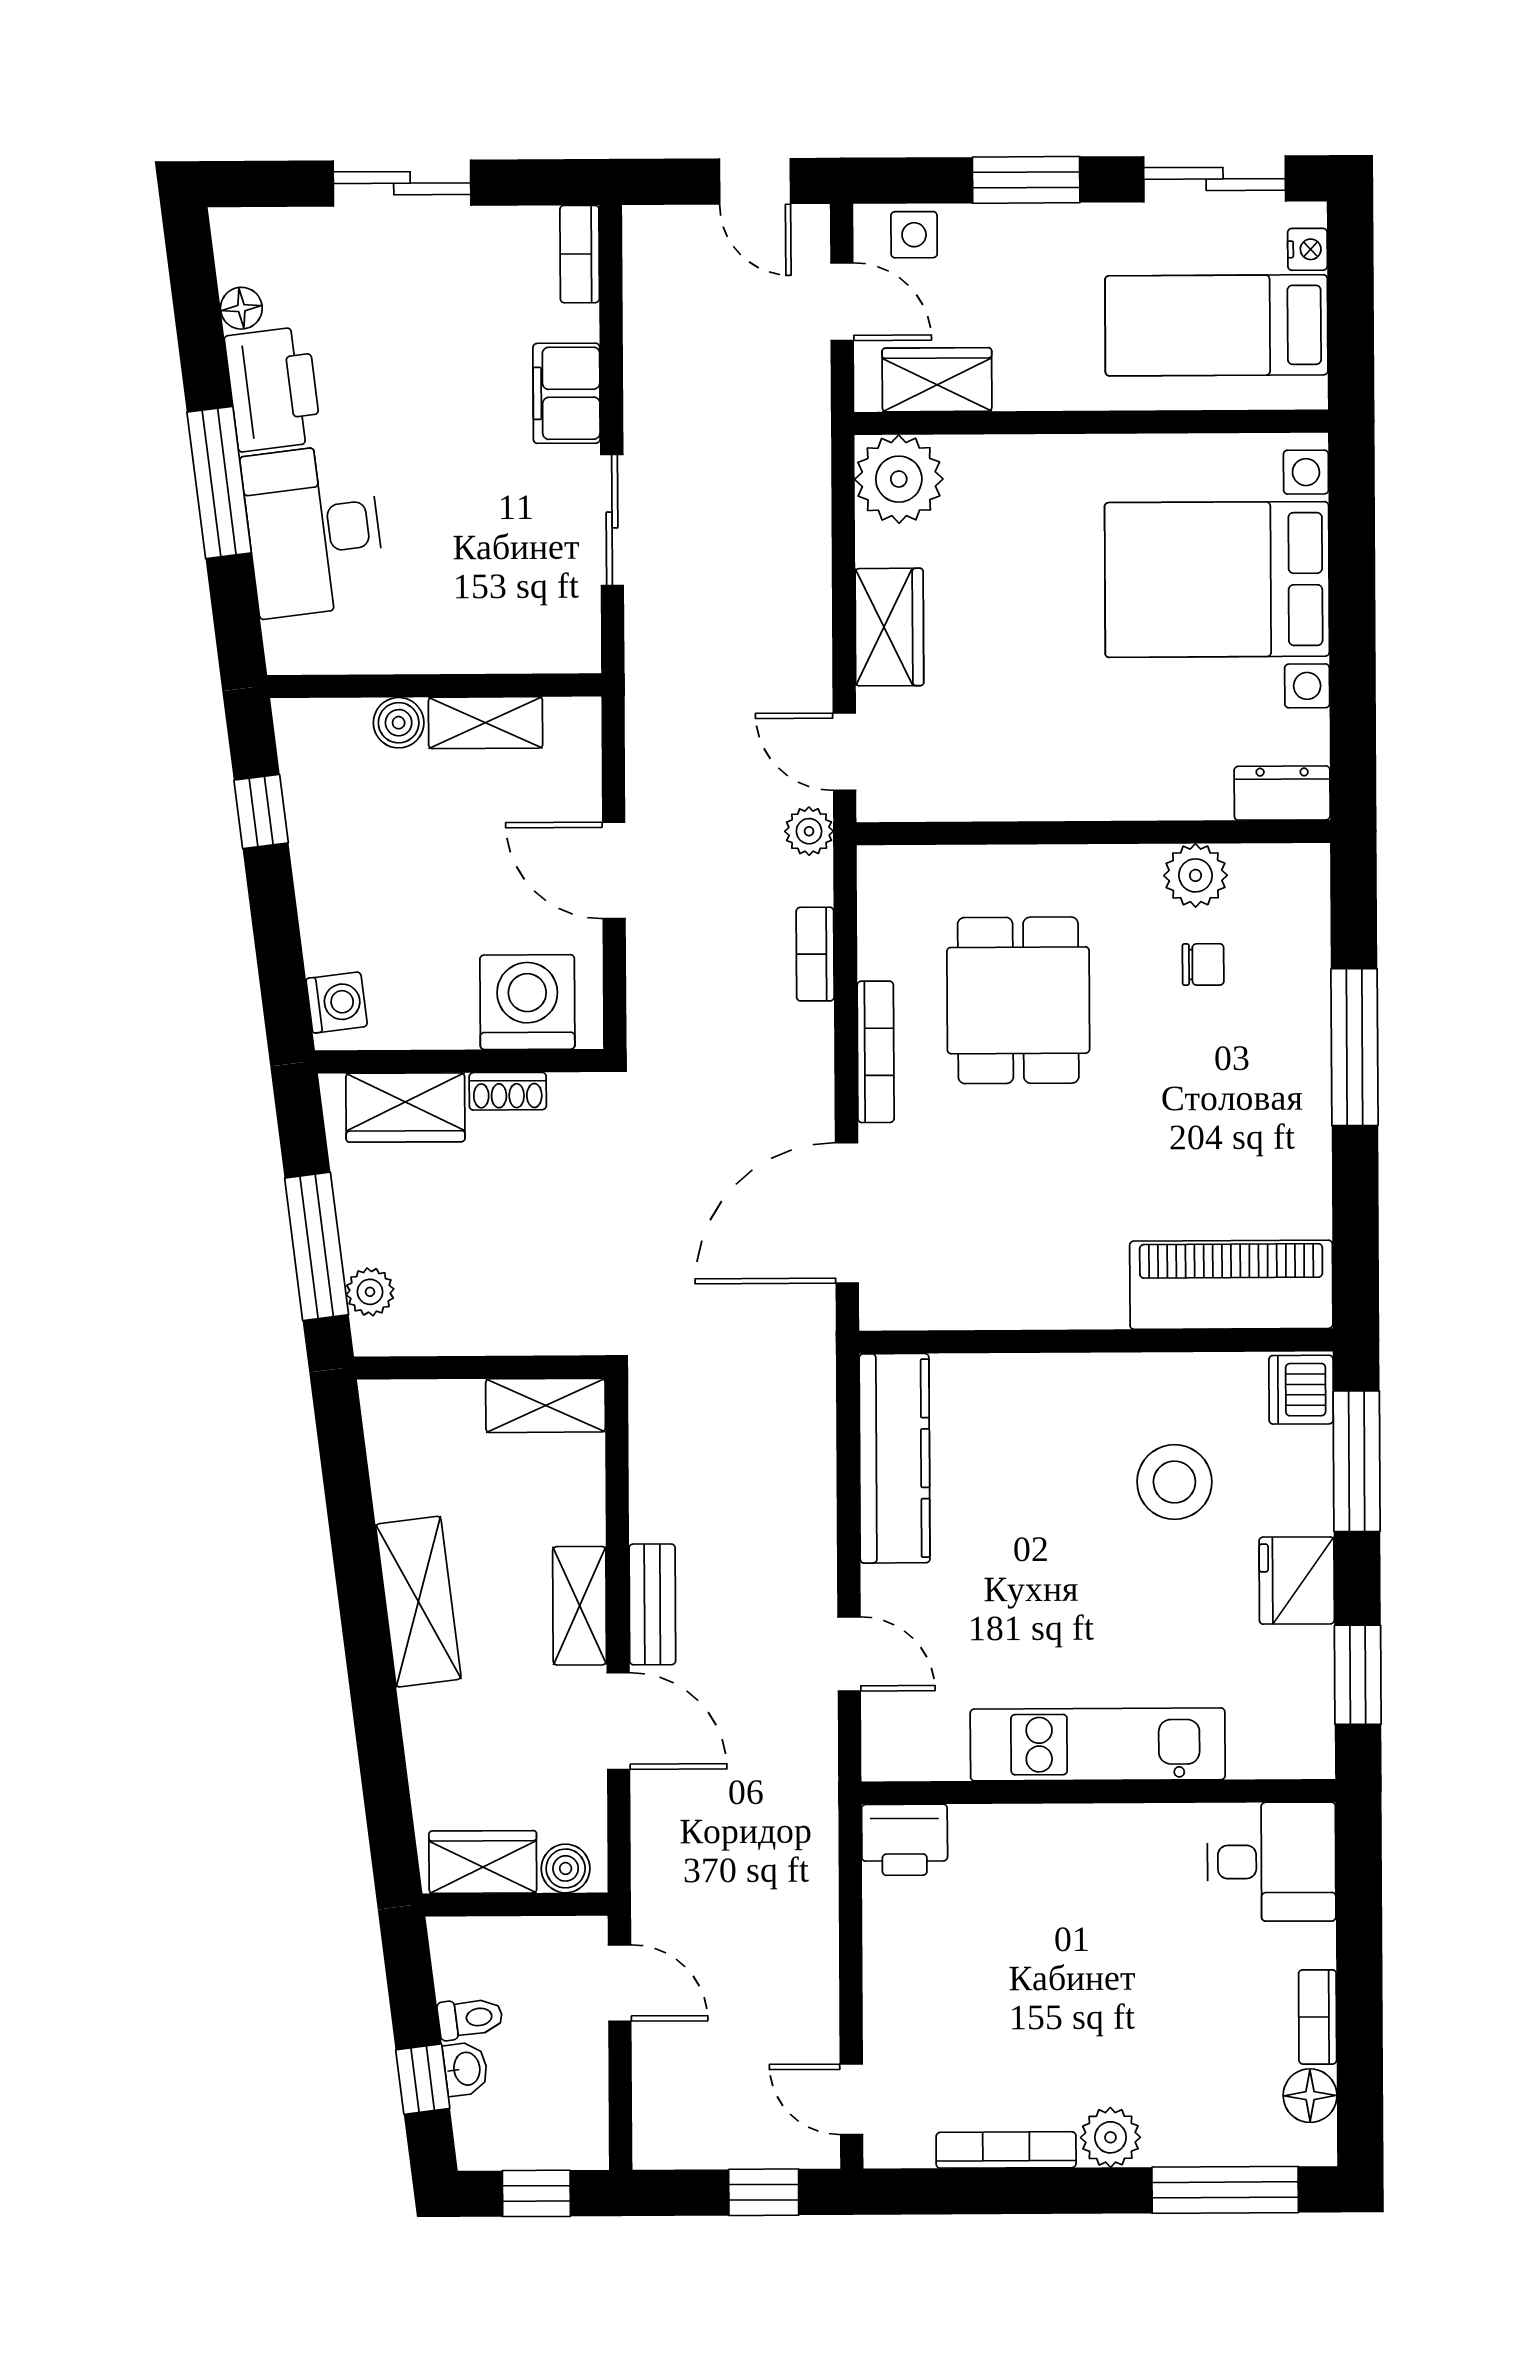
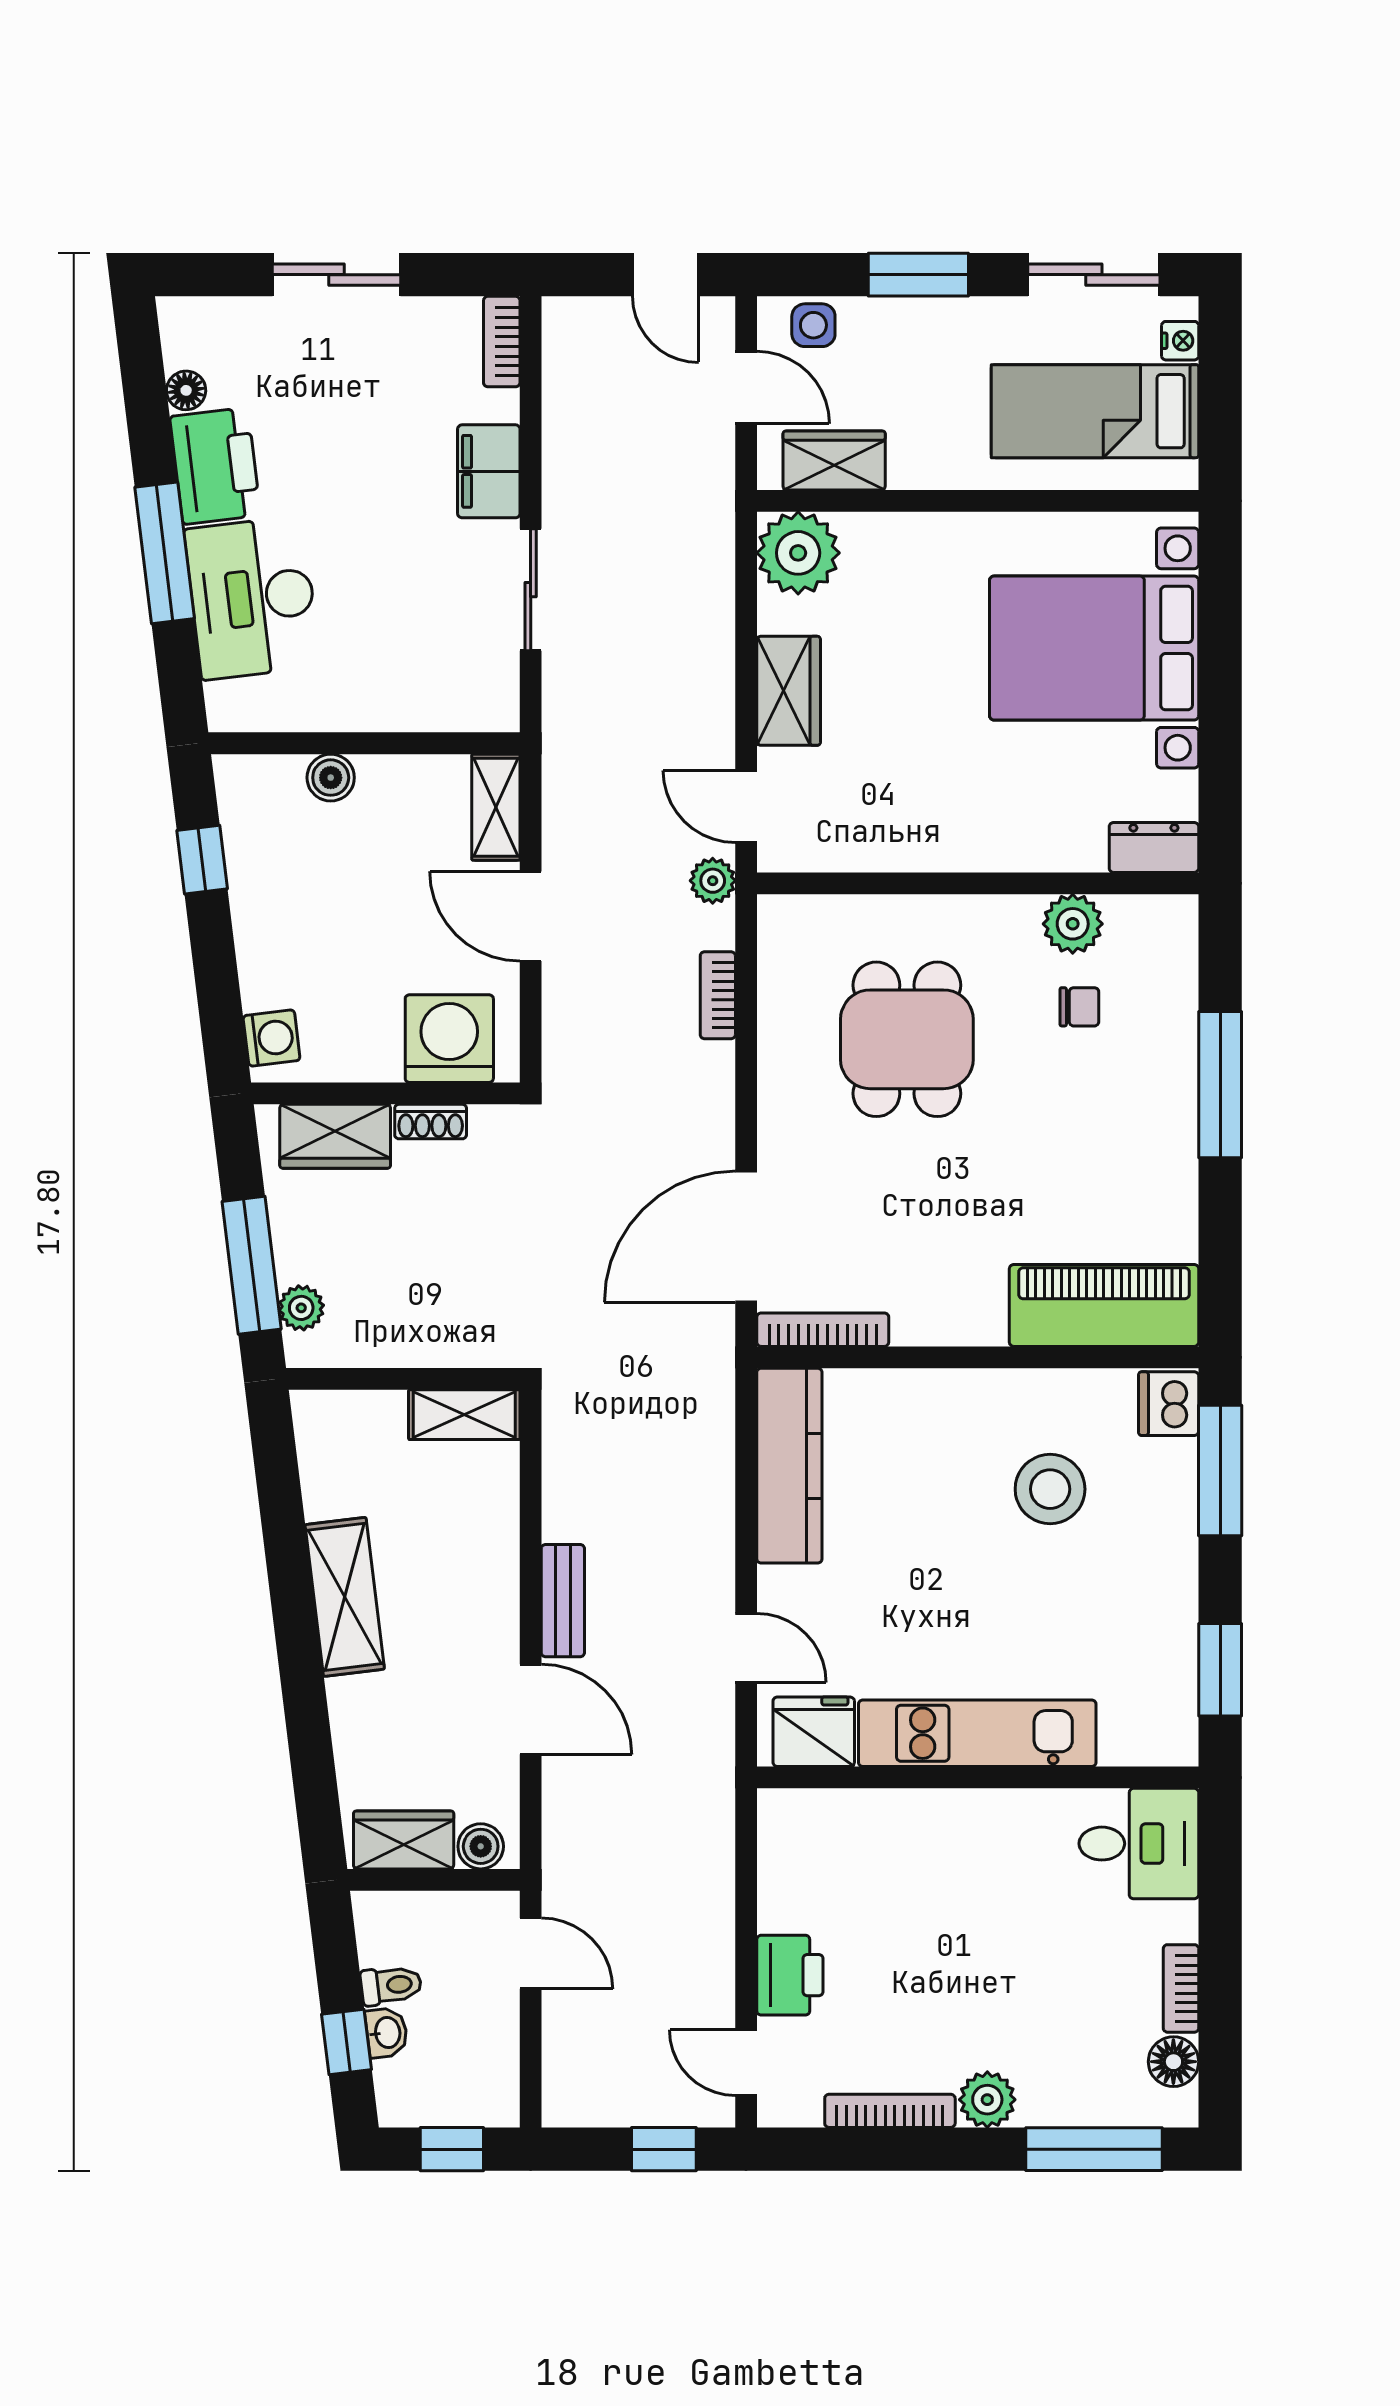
shelving: (486, 723) -> (496, 807), moved, turned 90
bookcase: (876, 1052) -> (823, 1330), moved, turned -90
fridge: (1297, 1581) -> (814, 1732), moved, turned 90
shelving: (580, 1606) -> (495, 1602), removed
printer: (905, 1840) -> (790, 1975), moved, turned -90

